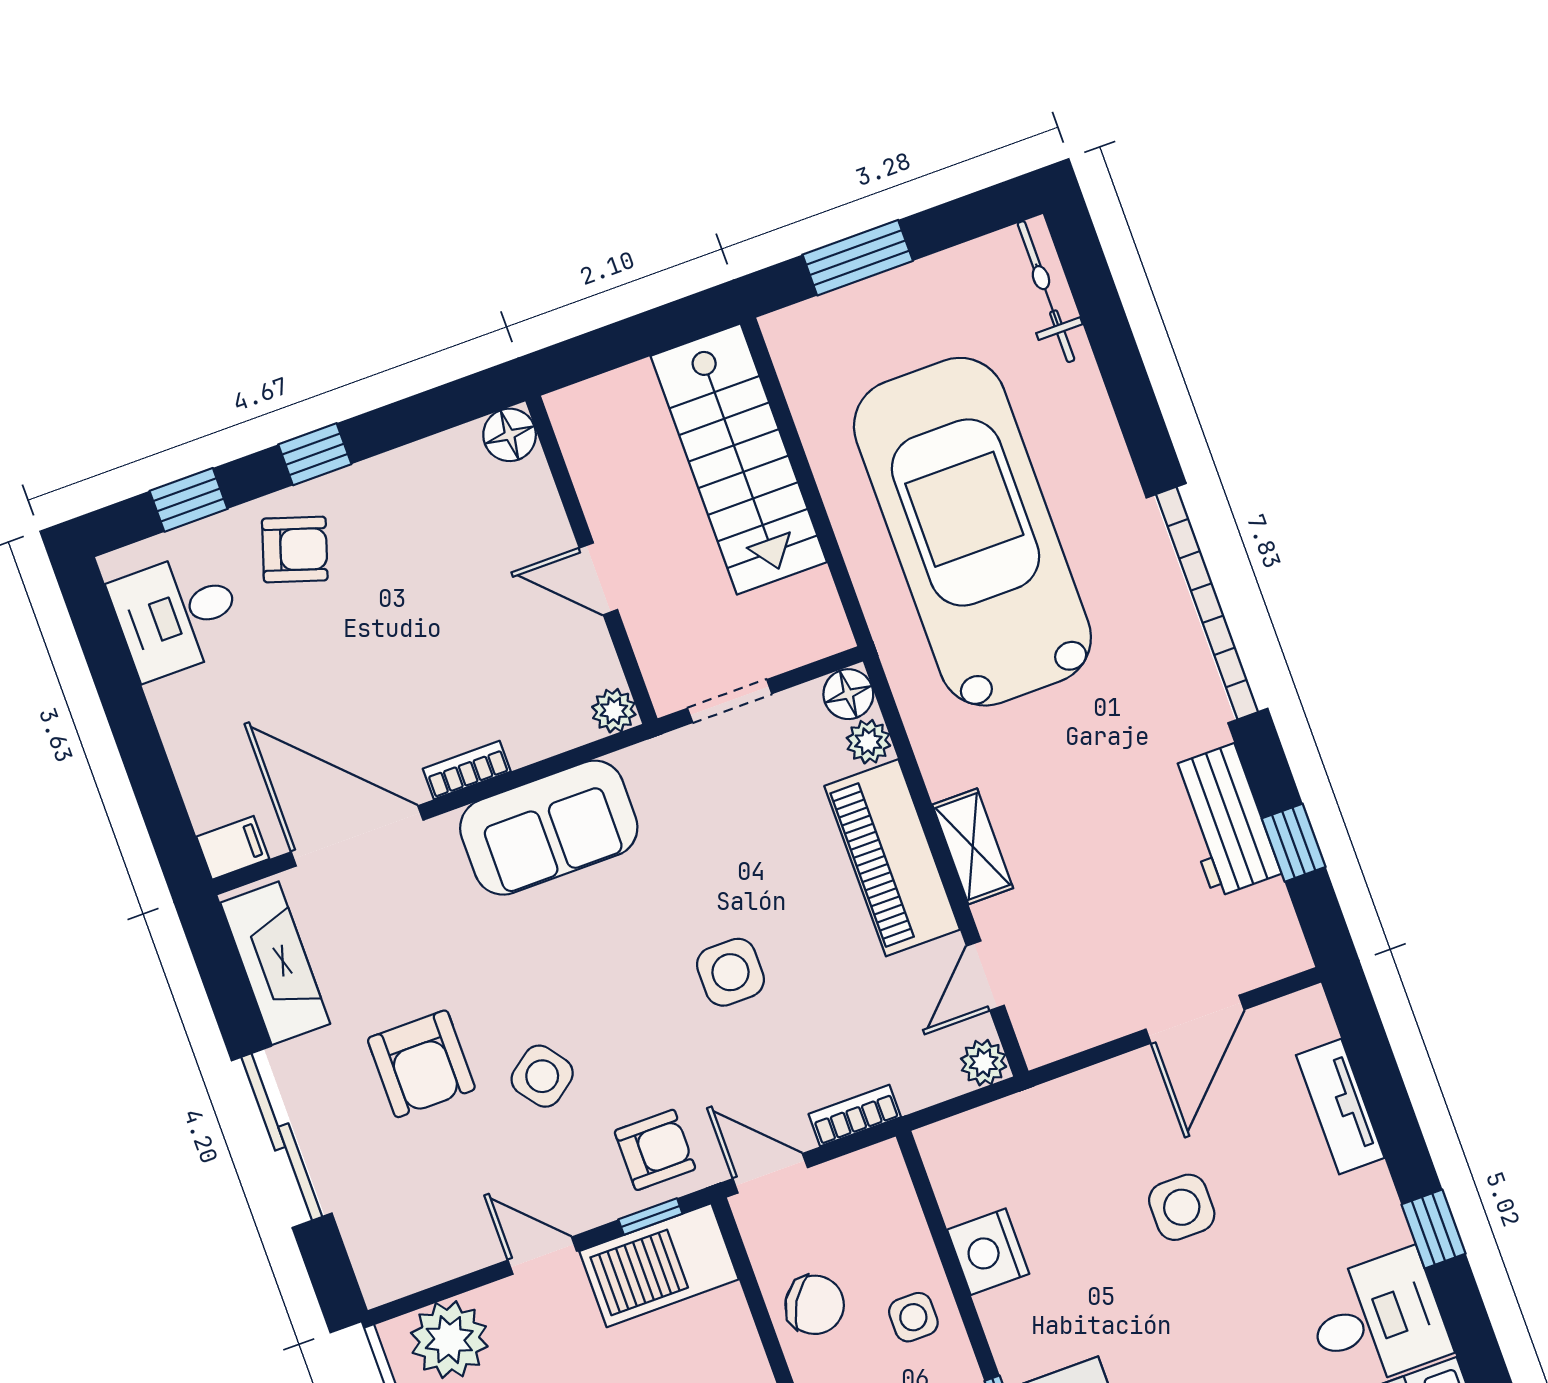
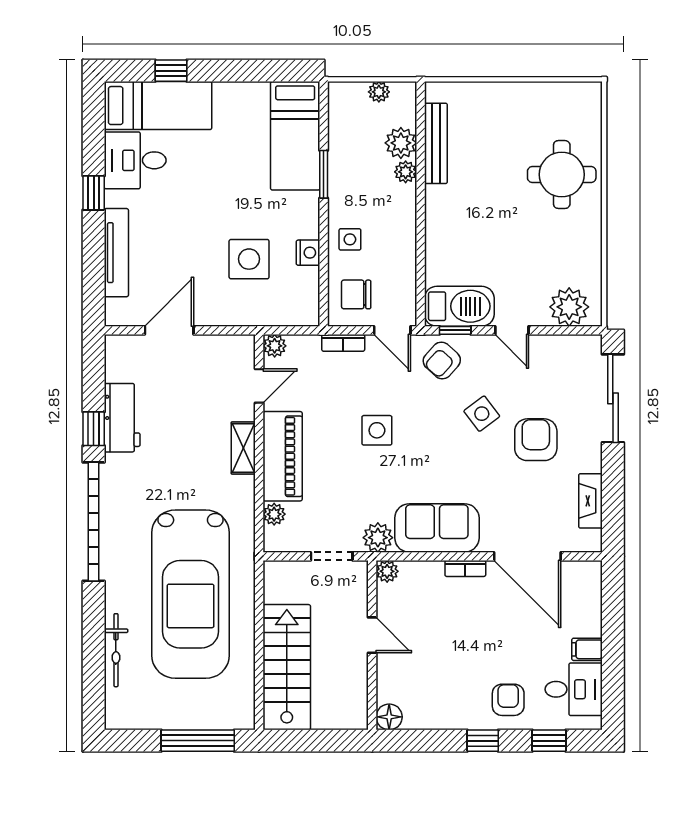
window: (858, 258) -> (198, 741), width x1.44
bicycle: (1046, 292) -> (116, 650), moved
armchair: (295, 550) -> (508, 700), turned 72
floor lamp: (848, 694) -> (275, 540), removed
plant: (655, 769) -> (378, 538), added
window: (1294, 843) -> (94, 429), moved
filing cabinet: (233, 848) -> (587, 649), moved
fireplace: (275, 963) -> (590, 501), width x0.73, depth x0.76
tv unit: (1340, 1106) -> (116, 253), width x1.41
sliding door: (282, 1137) -> (613, 398), moved
armchair: (655, 1150) -> (442, 360), turned -48
side table: (1182, 1207) -> (249, 259), moved, width x1.37, depth x1.37
nightstand: (988, 1252) -> (308, 253), width x0.74, depth x0.75
chair: (815, 1305) -> (356, 294), moved, turned -31

